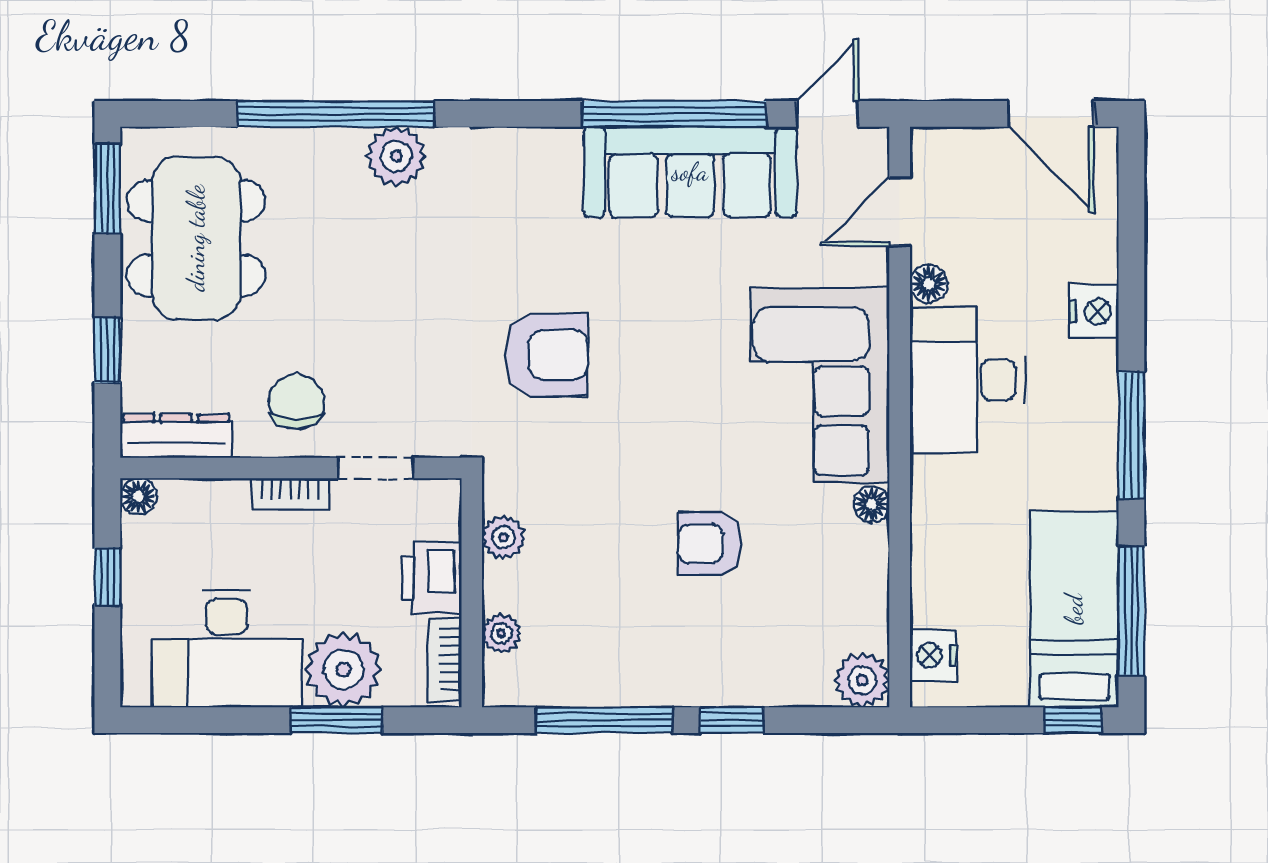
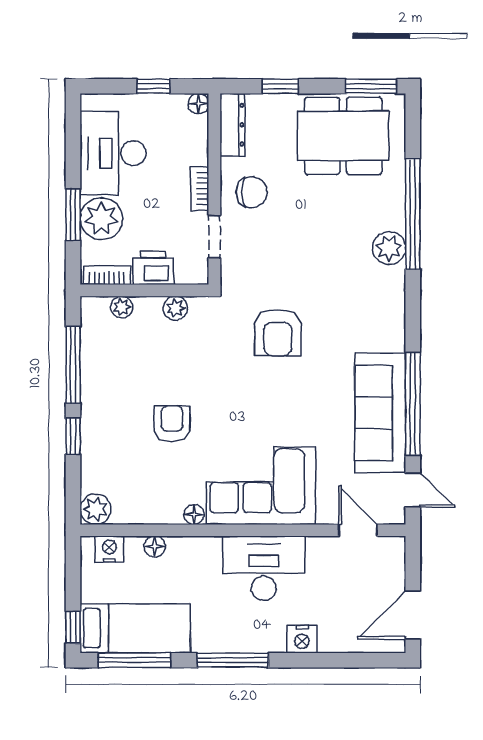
floor lamp: (929, 284) -> (155, 547), moved

